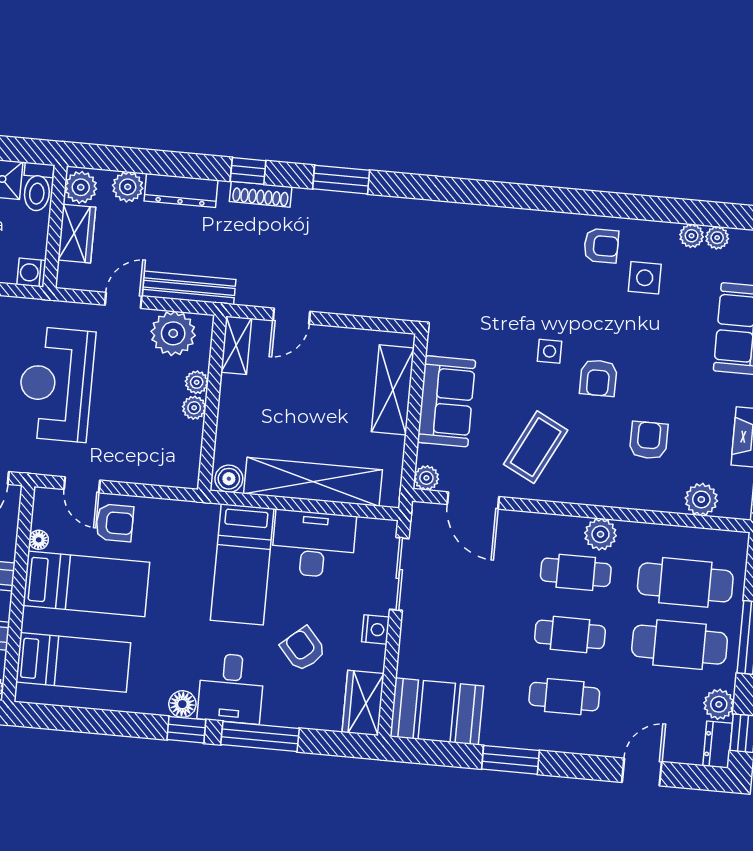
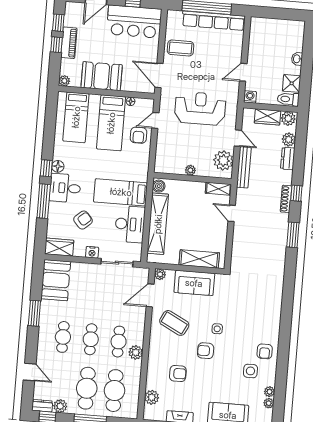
dresser: (181, 190) -> (288, 158), width x0.70
plant: (197, 382) -> (202, 171), removed

